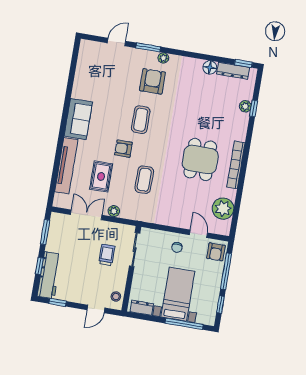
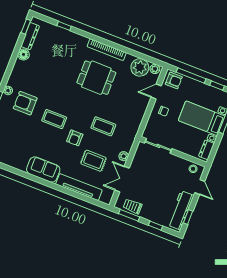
plant: (245, 106) -> (155, 69), moved
trolley: (107, 255) -> (133, 206), moved
workbench: (49, 275) -> (181, 210), moved, turned -90

